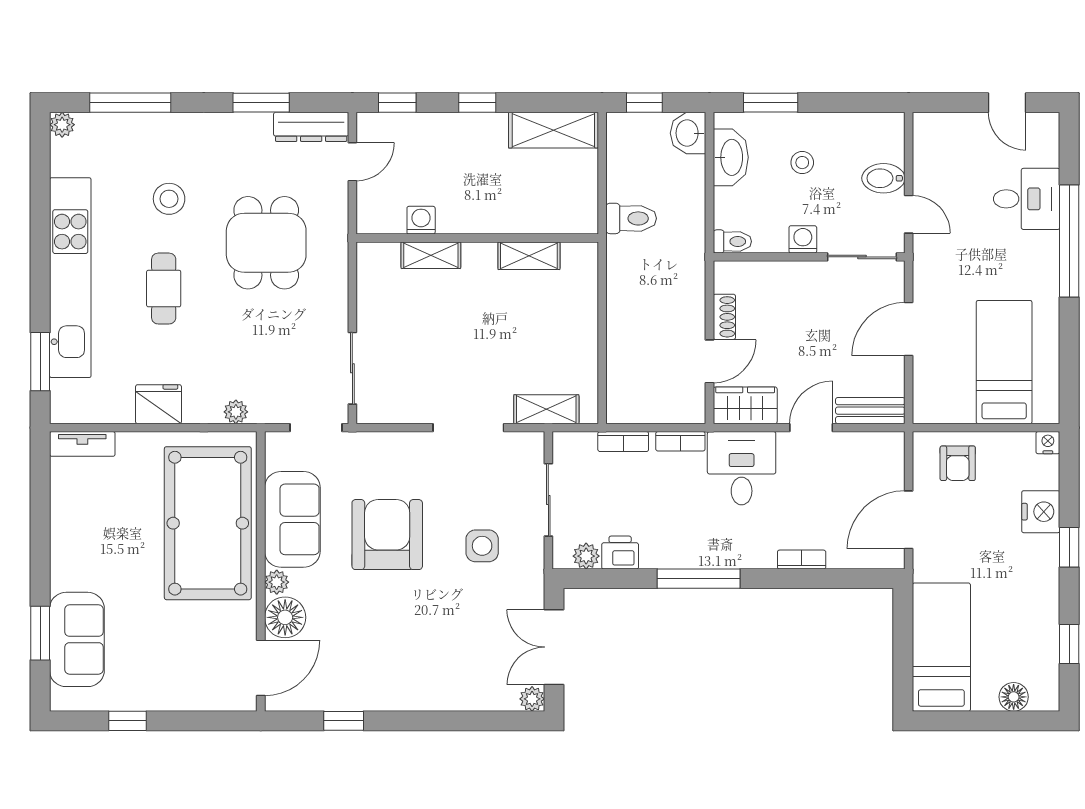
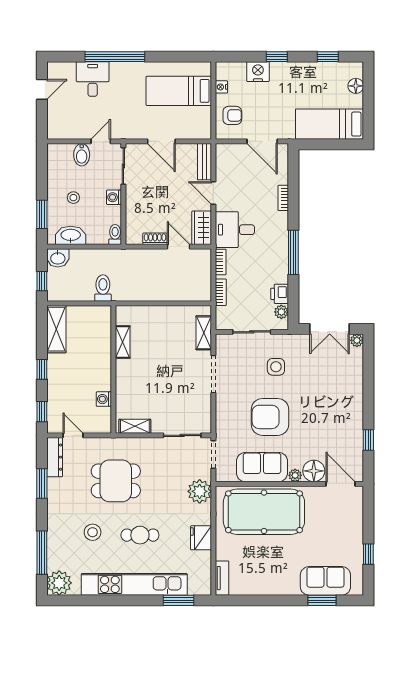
plant: (62, 125) -> (59, 583), width x1.88, depth x1.88
shelving: (431, 255) -> (135, 426), moved, turned 90
plant: (236, 412) -> (200, 491), width x1.88, depth x1.88
nightstand: (1048, 443) -> (221, 87), moved

